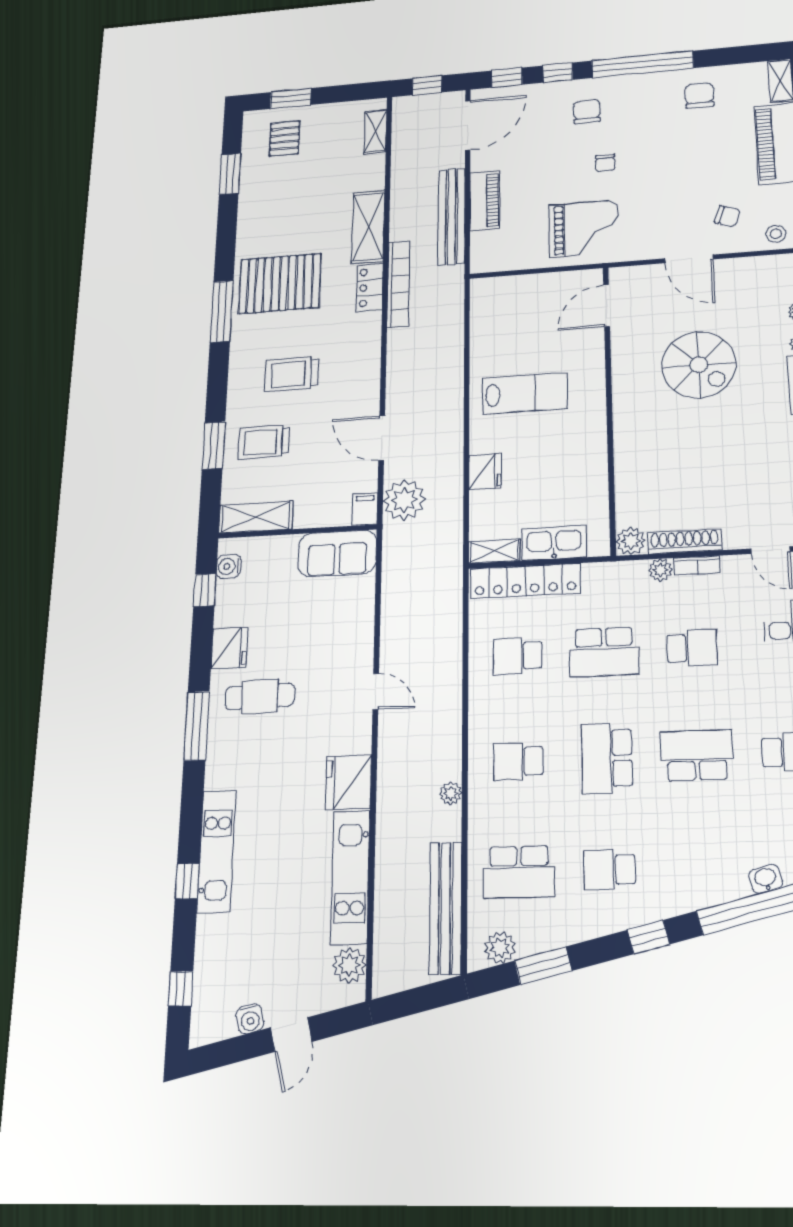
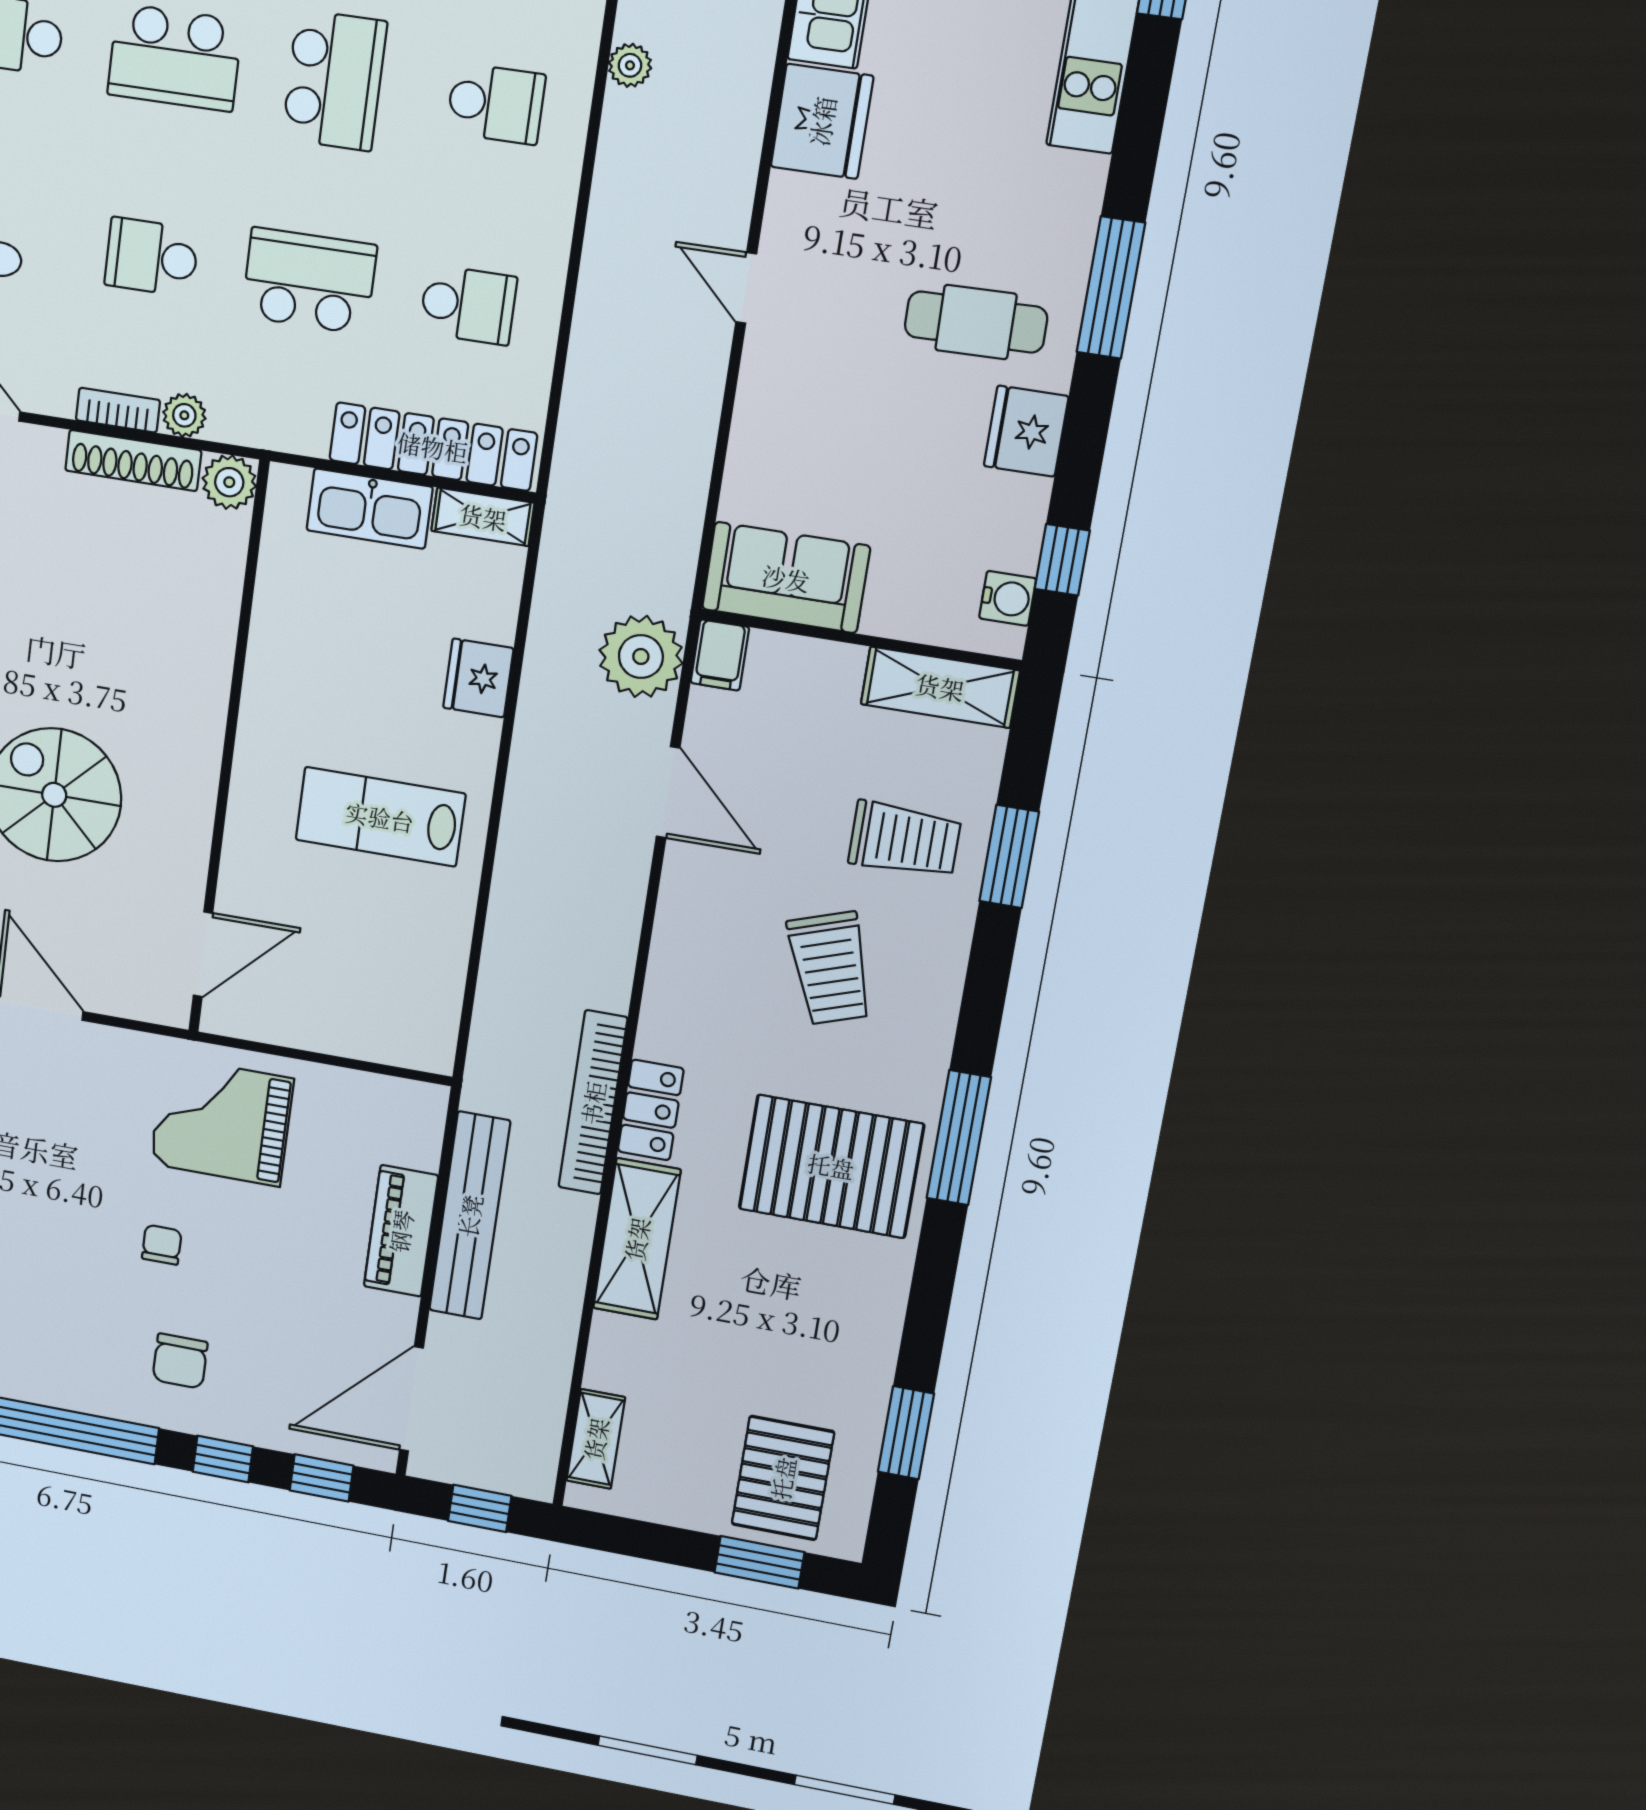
pallet: (285, 138) -> (783, 1478), width x1.50, depth x1.42
trolley: (292, 374) -> (830, 968), turned 71

